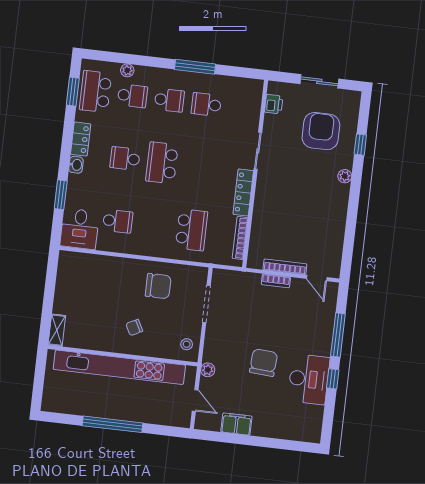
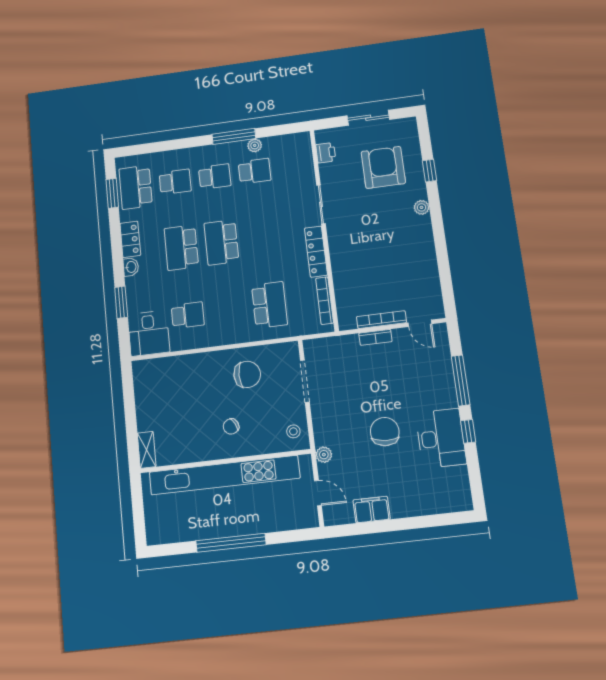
plant: (127, 70) -> (255, 145), moved
school desk: (206, 105) -> (255, 171), turned 180
school desk: (125, 158) -> (181, 248), width x1.85

